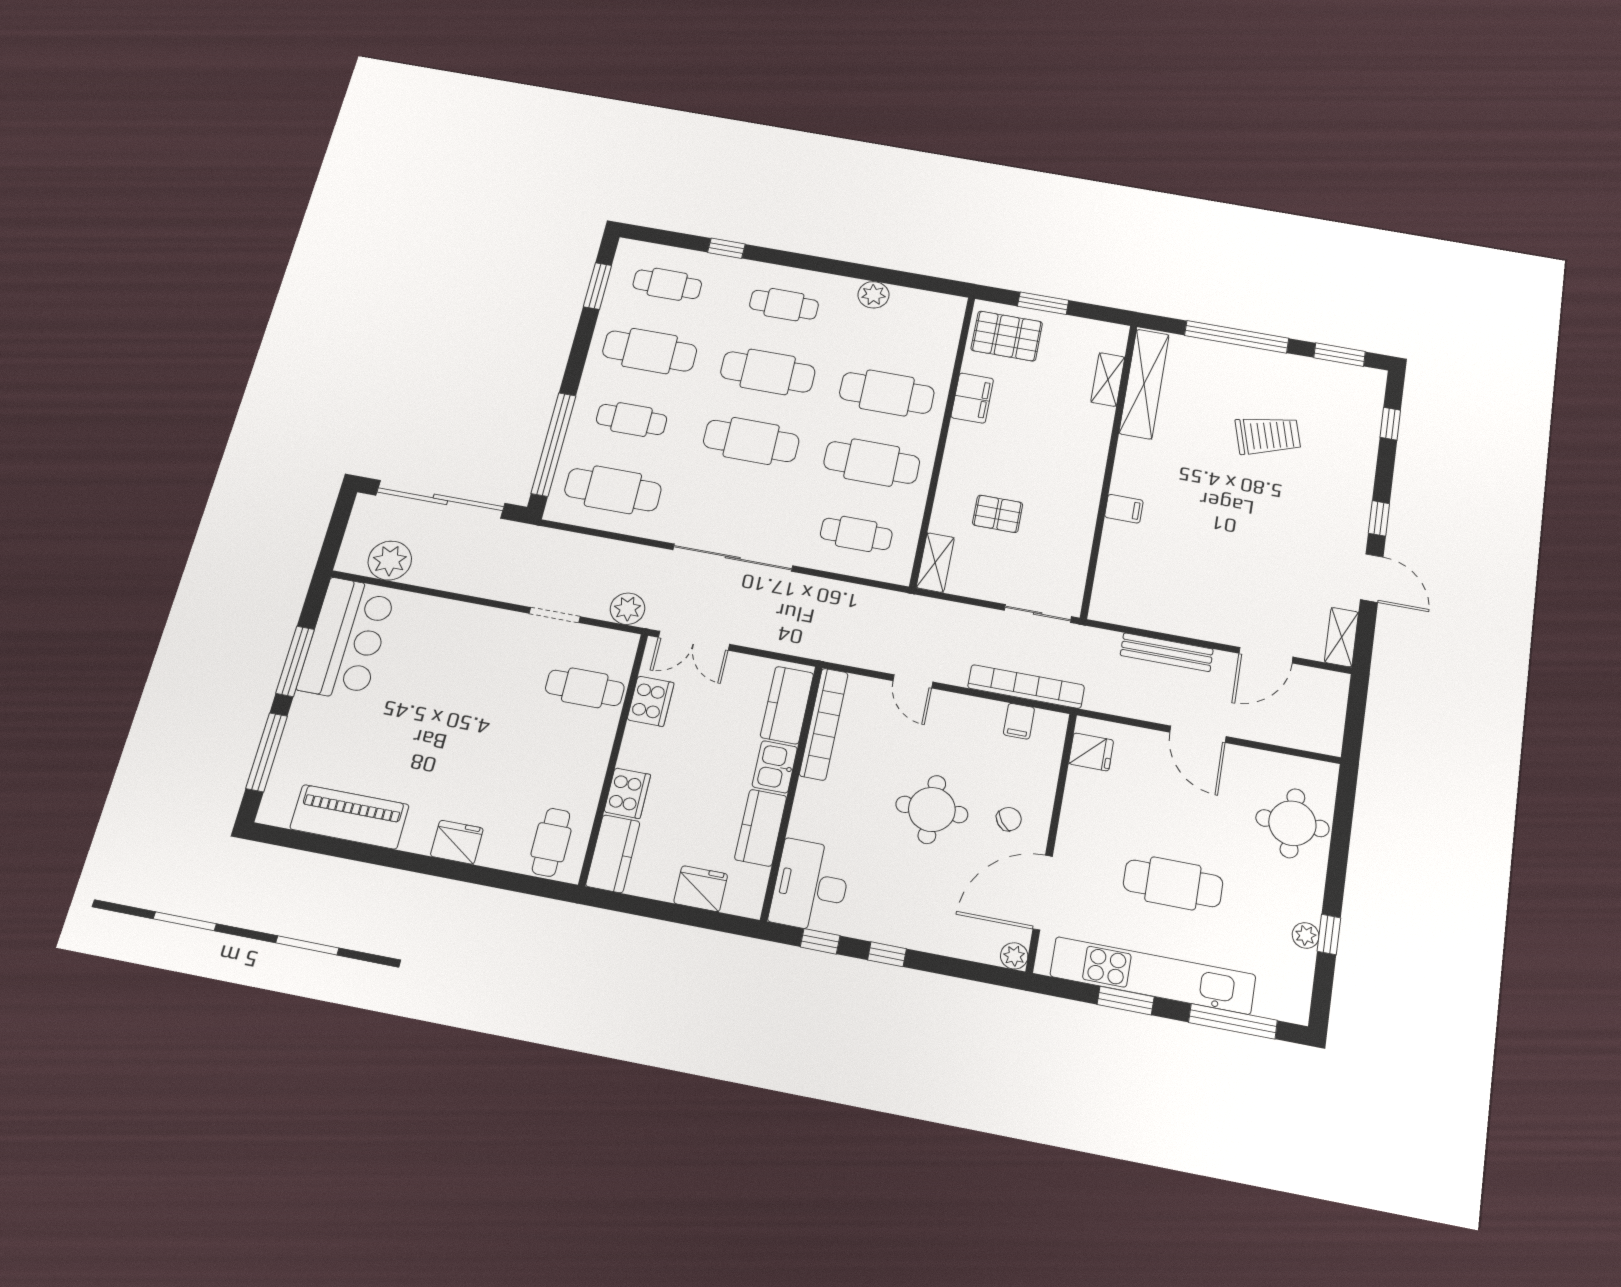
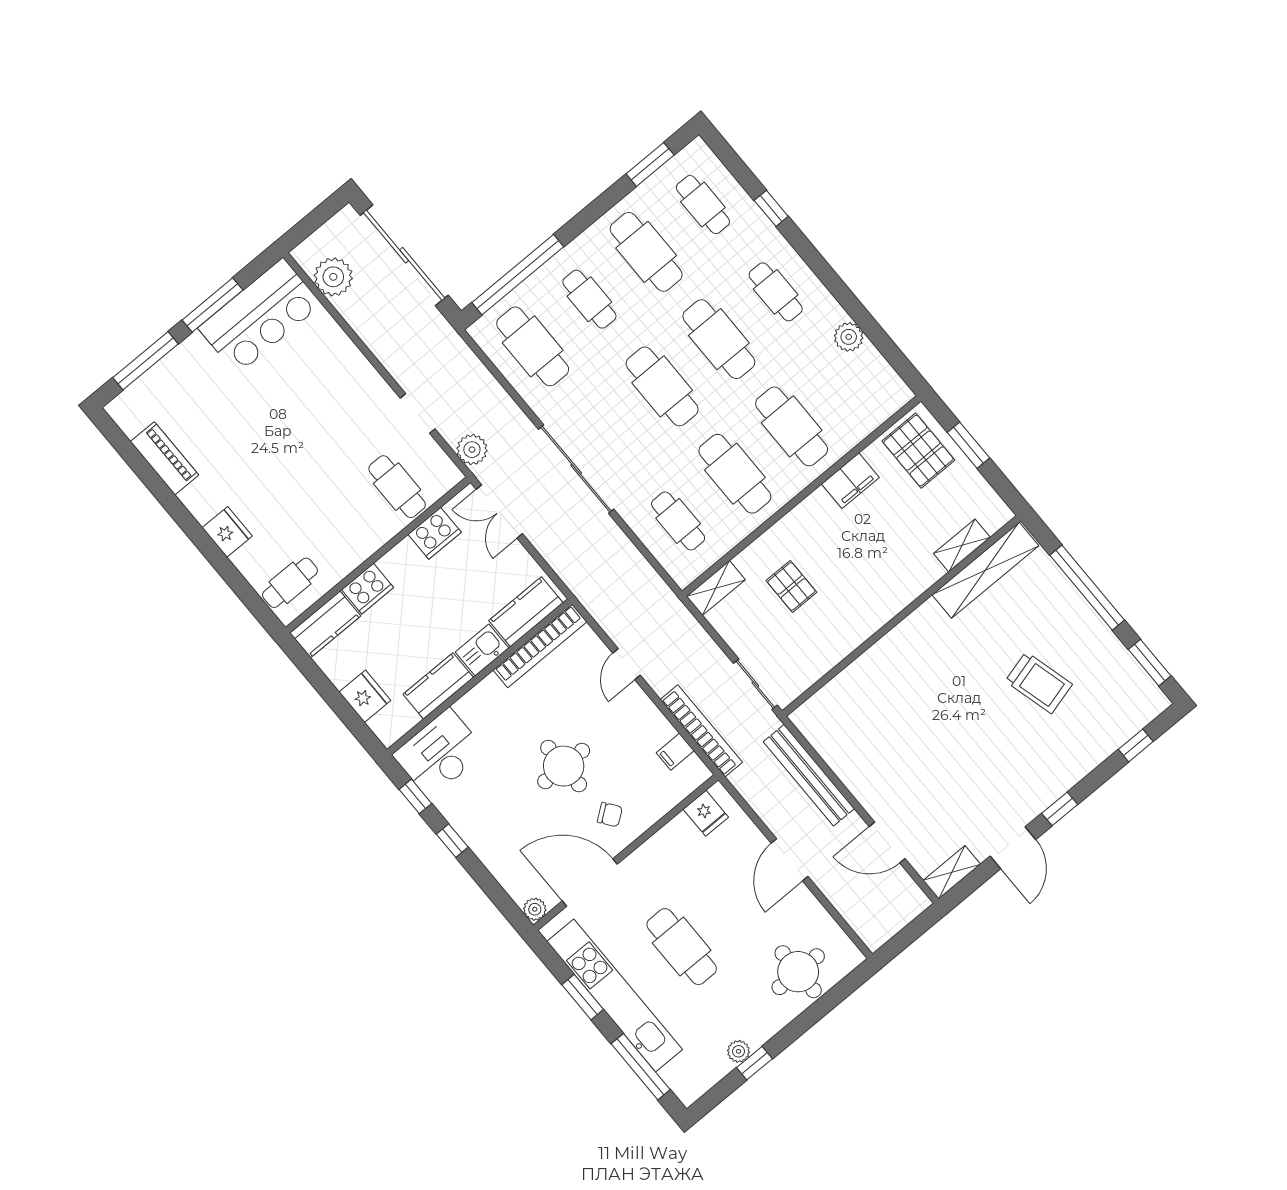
filing cabinet: (1124, 509) -> (885, 655), removed
bench: (1167, 652) -> (809, 775), width x1.37, depth x1.21
piano: (350, 817) -> (165, 458), width x0.73, depth x0.75

